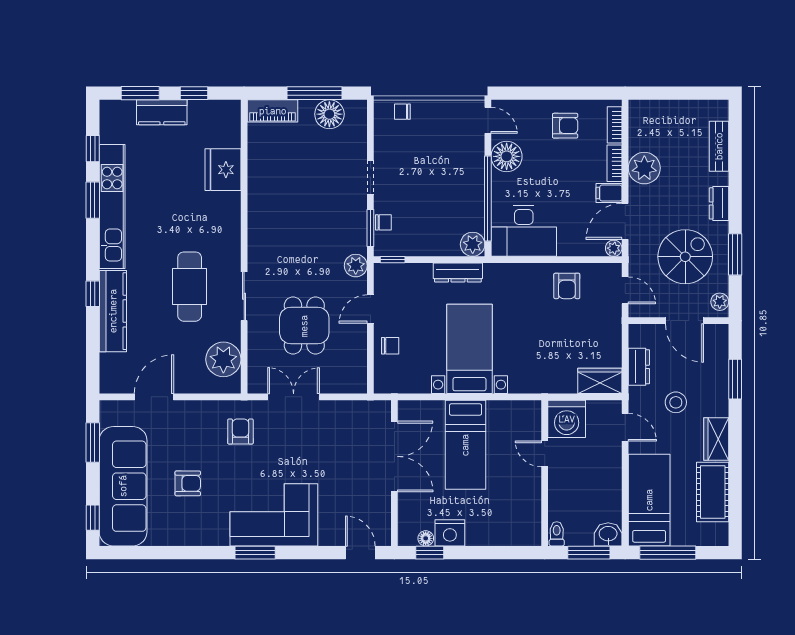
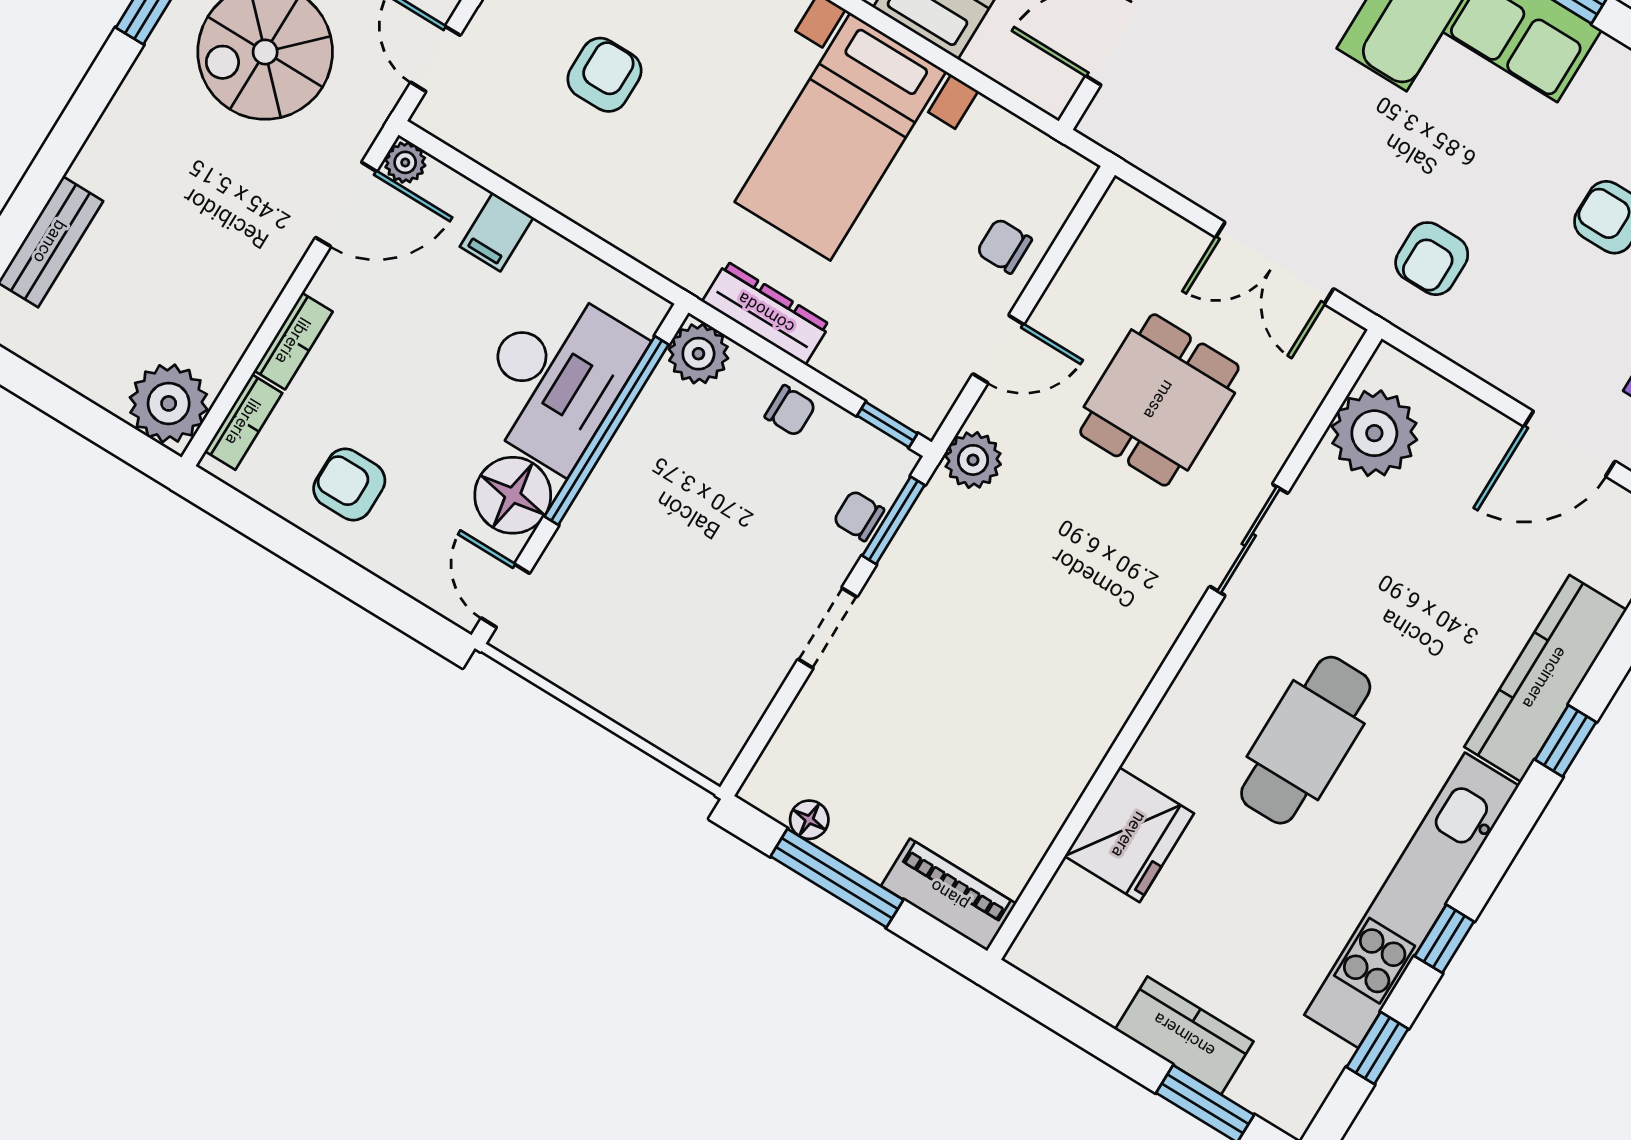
window: (194, 93) -> (1091, 1034), removed
chair: (402, 112) -> (790, 411), moved
floor lamp: (329, 114) -> (809, 820), width x0.53, depth x0.53
plant: (644, 168) -> (169, 403), moved
filing cabinet: (609, 193) -> (497, 232), moved, turned 90
window: (93, 200) -> (1444, 939), width x0.67
dresser: (719, 203) -> (125, 121), removed
desk: (524, 231) -> (555, 377), moved, turned 90
armchair: (567, 286) -> (604, 75), moved
cafe table: (190, 287) -> (1306, 740), moved

